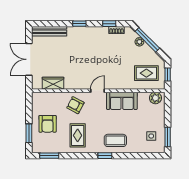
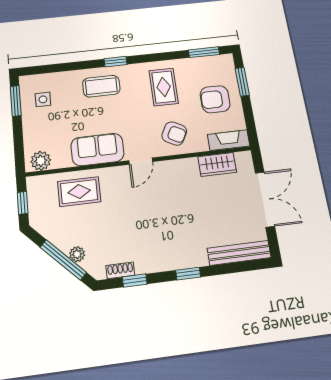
rug: (146, 73) -> (79, 192), moved
fireplace: (44, 97) -> (229, 140), added
armchair: (48, 124) -> (215, 99), turned -90

